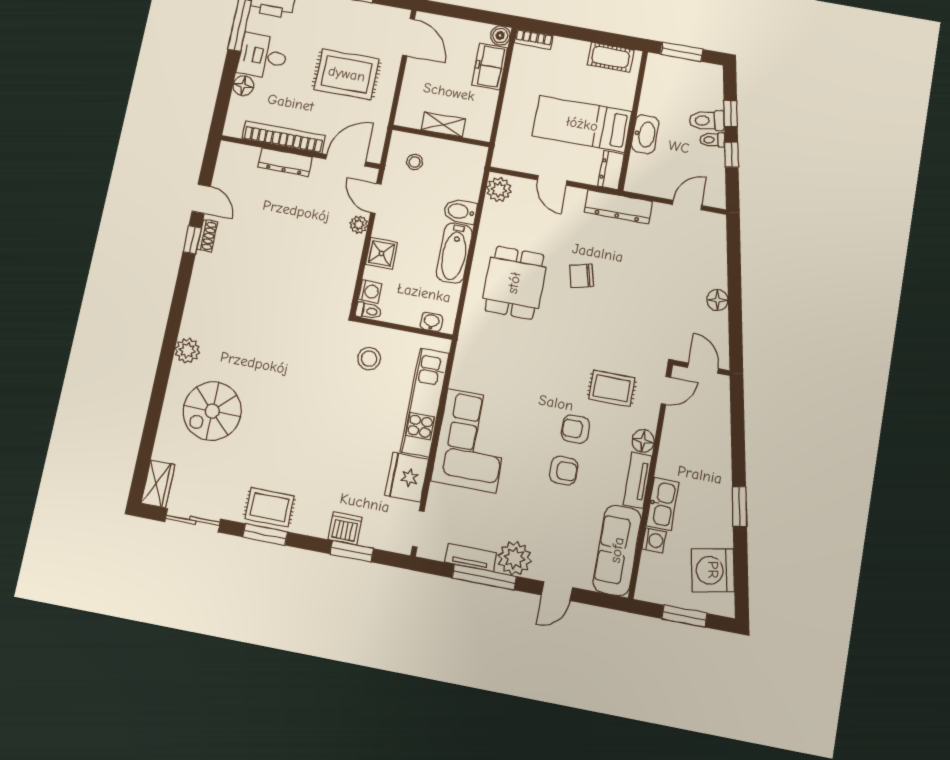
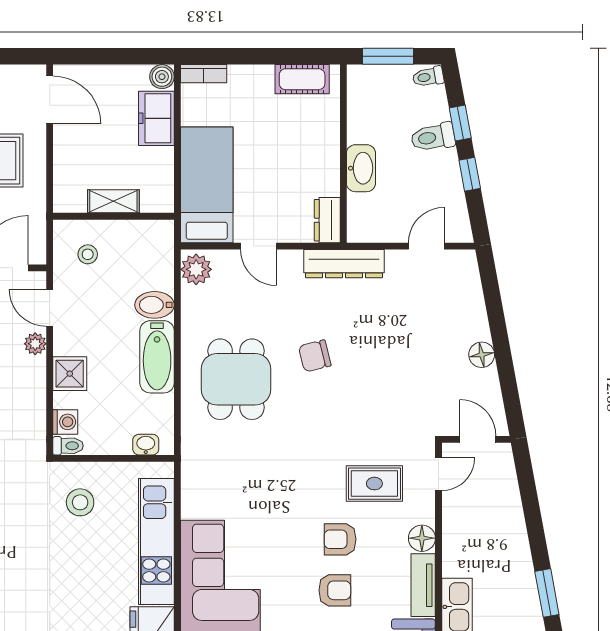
bed: (582, 124) -> (207, 185), moved, turned 90
toilet: (712, 140) -> (428, 77), moved

